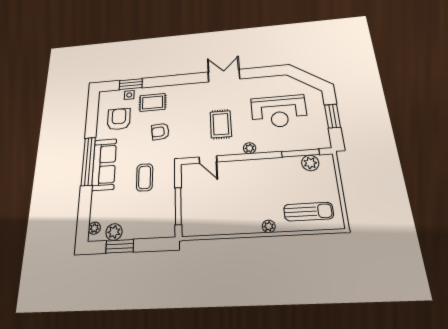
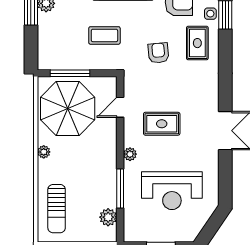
reception desk: (279, 111) -> (172, 191), turned -90
window: (300, 153) -> (120, 188), moved
parasol: (211, 206) -> (68, 109), added
plant: (269, 226) -> (44, 152), moved

